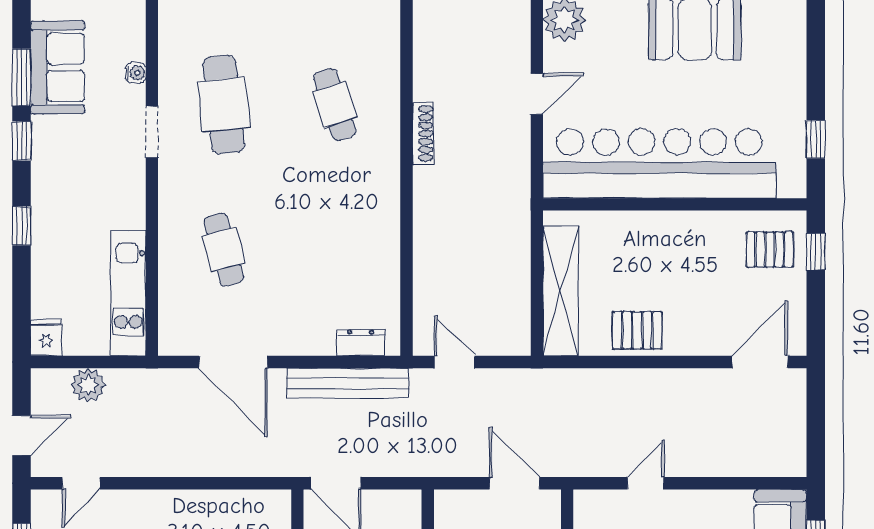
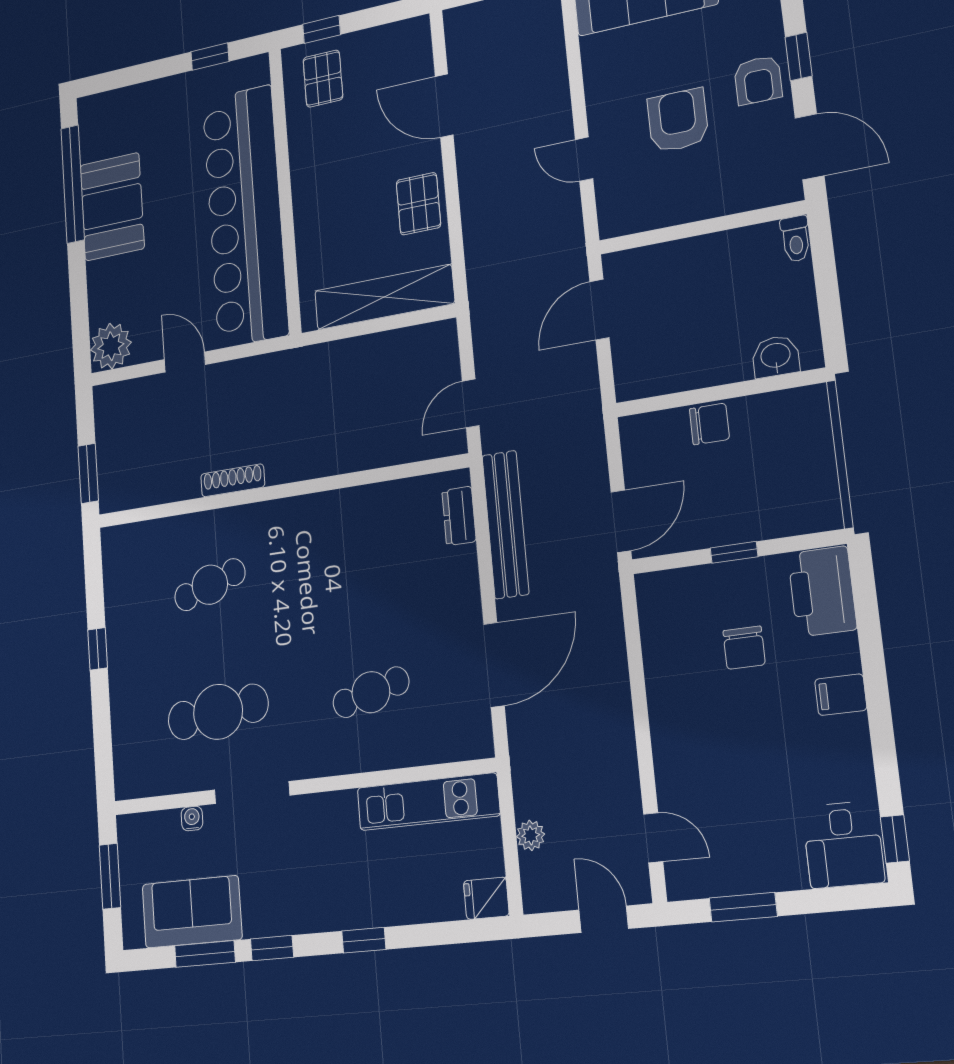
doorway: (152, 132) -> (252, 793), width x1.38
door: (760, 362) -> (444, 106), moved
plant: (88, 385) -> (531, 835), width x0.73, depth x0.73

